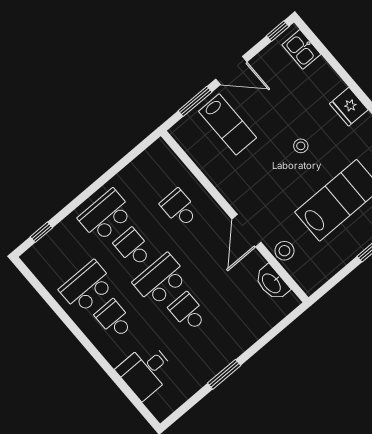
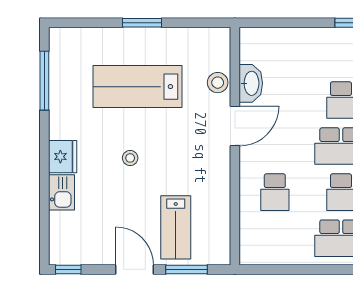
kitchen sink: (301, 49) -> (62, 192), moved
lab bench: (228, 124) -> (176, 227), turned 180
washbasin: (272, 283) -> (251, 83), moved

